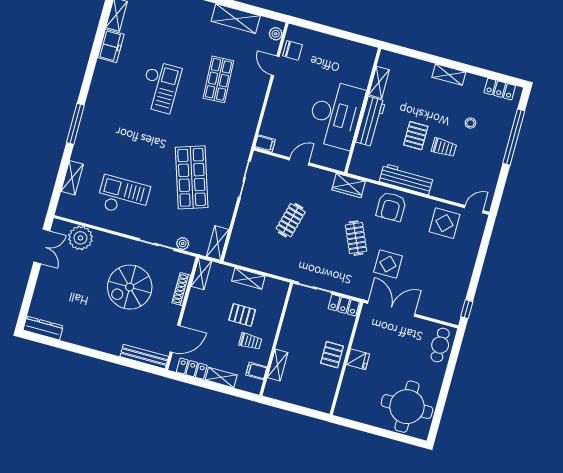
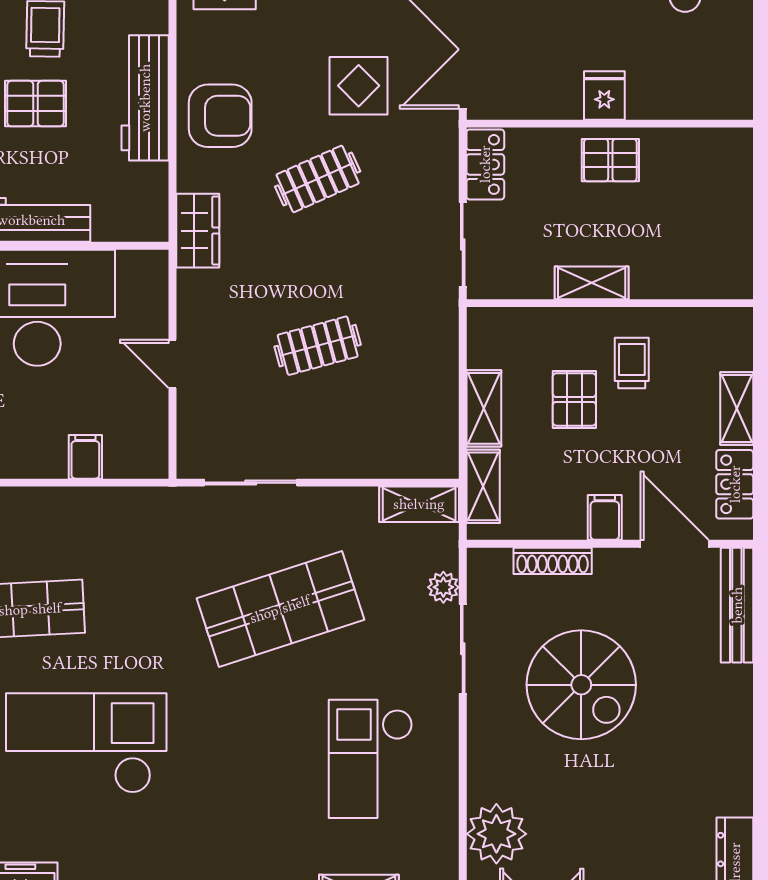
checkout: (160, 87) -> (86, 743), width x1.36, depth x1.21
filing cabinet: (265, 143) -> (85, 457), moved
clothes rail: (291, 220) -> (318, 346), turned -30
shelving: (201, 274) -> (483, 486), moved, turned 90
shelving: (278, 365) -> (592, 283), moved
filing cabinet: (256, 371) -> (605, 517), moved, turned 180

